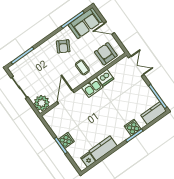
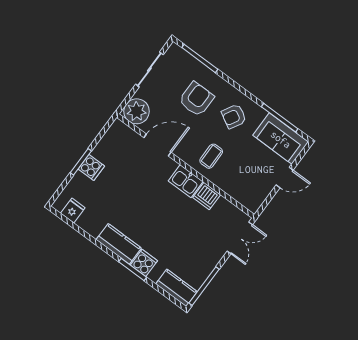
door: (109, 28) -> (285, 178), swing flipped
armchair: (106, 54) -> (196, 99), moved
kitchen counter: (103, 148) -> (119, 244), moved

